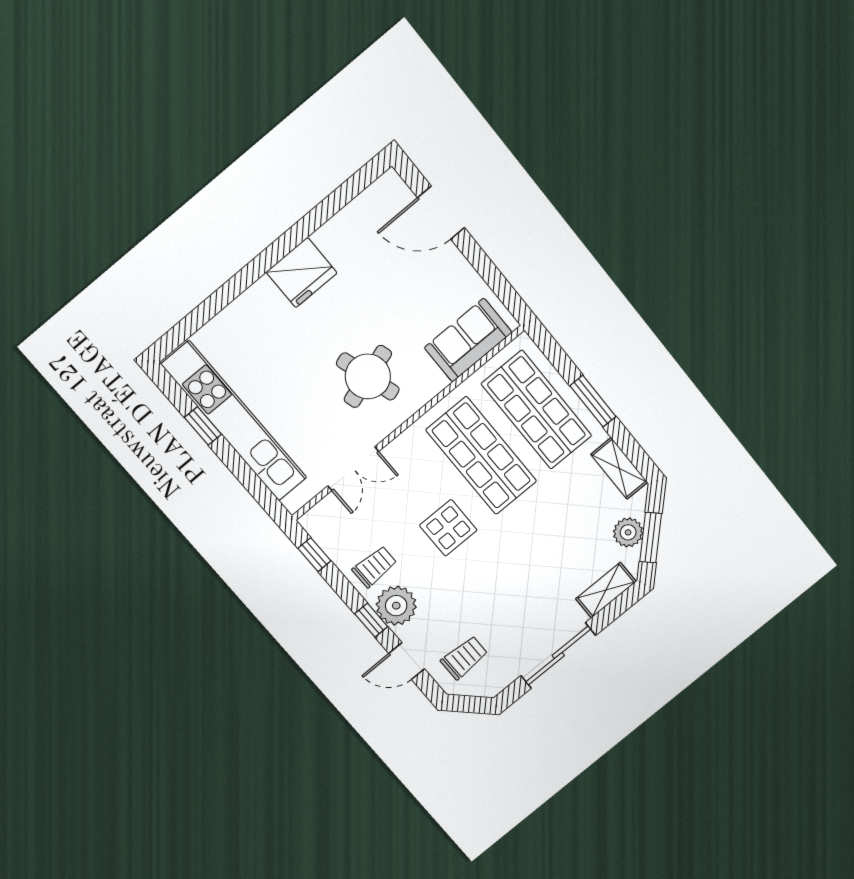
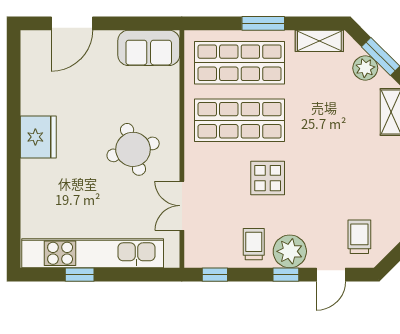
sofa: (468, 340) -> (149, 48), moved, turned -90
double door: (353, 469) -> (182, 206), swing flipped

